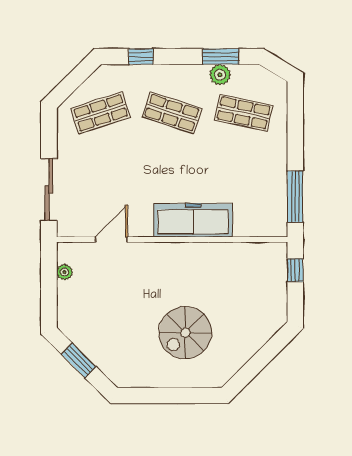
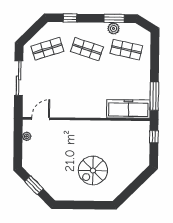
sliding door: (49, 190) -> (19, 78), moved
freezer: (193, 220) -> (128, 109), moved
door: (111, 240) -> (41, 119), moved

